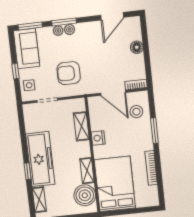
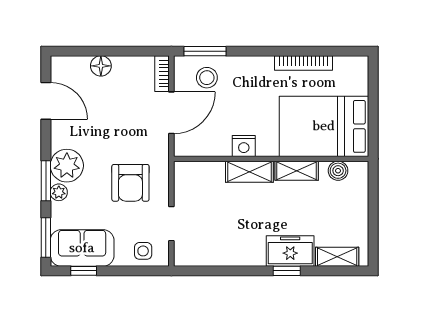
plant: (69, 29) -> (67, 166), width x1.88, depth x1.88
window: (15, 71) -> (84, 271), moved
shelving: (81, 126) -> (249, 172), moved
window: (154, 131) -> (205, 51), moved
freezer: (40, 159) -> (290, 251), width x0.52, depth x0.79
boiler: (85, 195) -> (338, 171), width x0.54, depth x0.54

